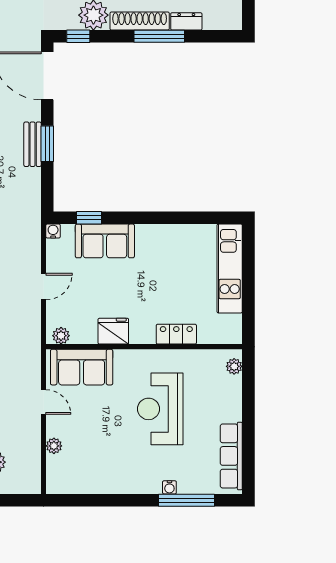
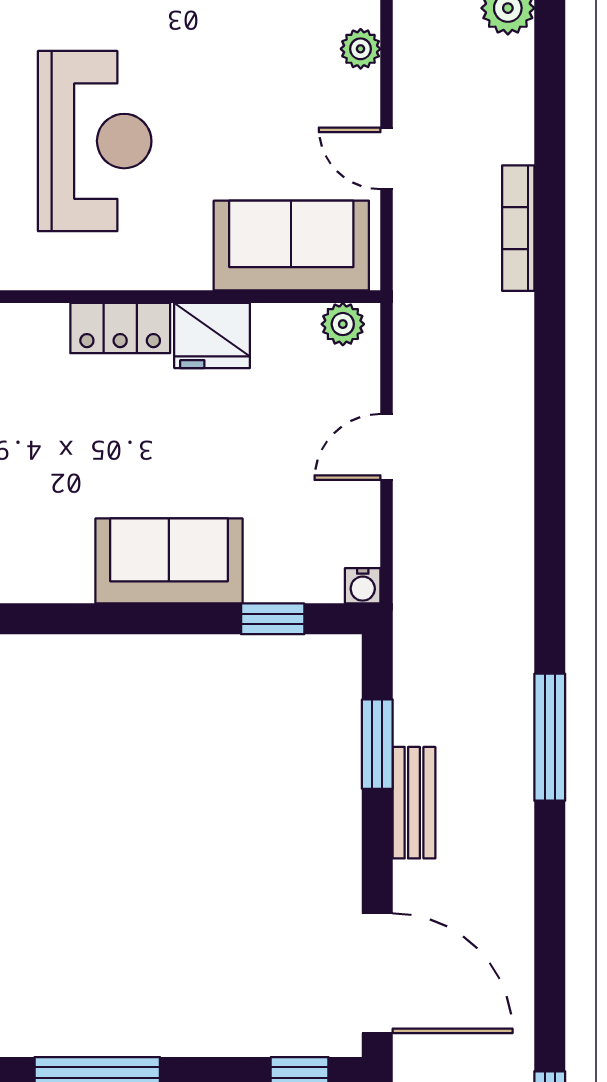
window: (47, 144) -> (377, 744), moved
sofa: (105, 241) -> (169, 561), moved
locker: (176, 334) -> (120, 328), moved

